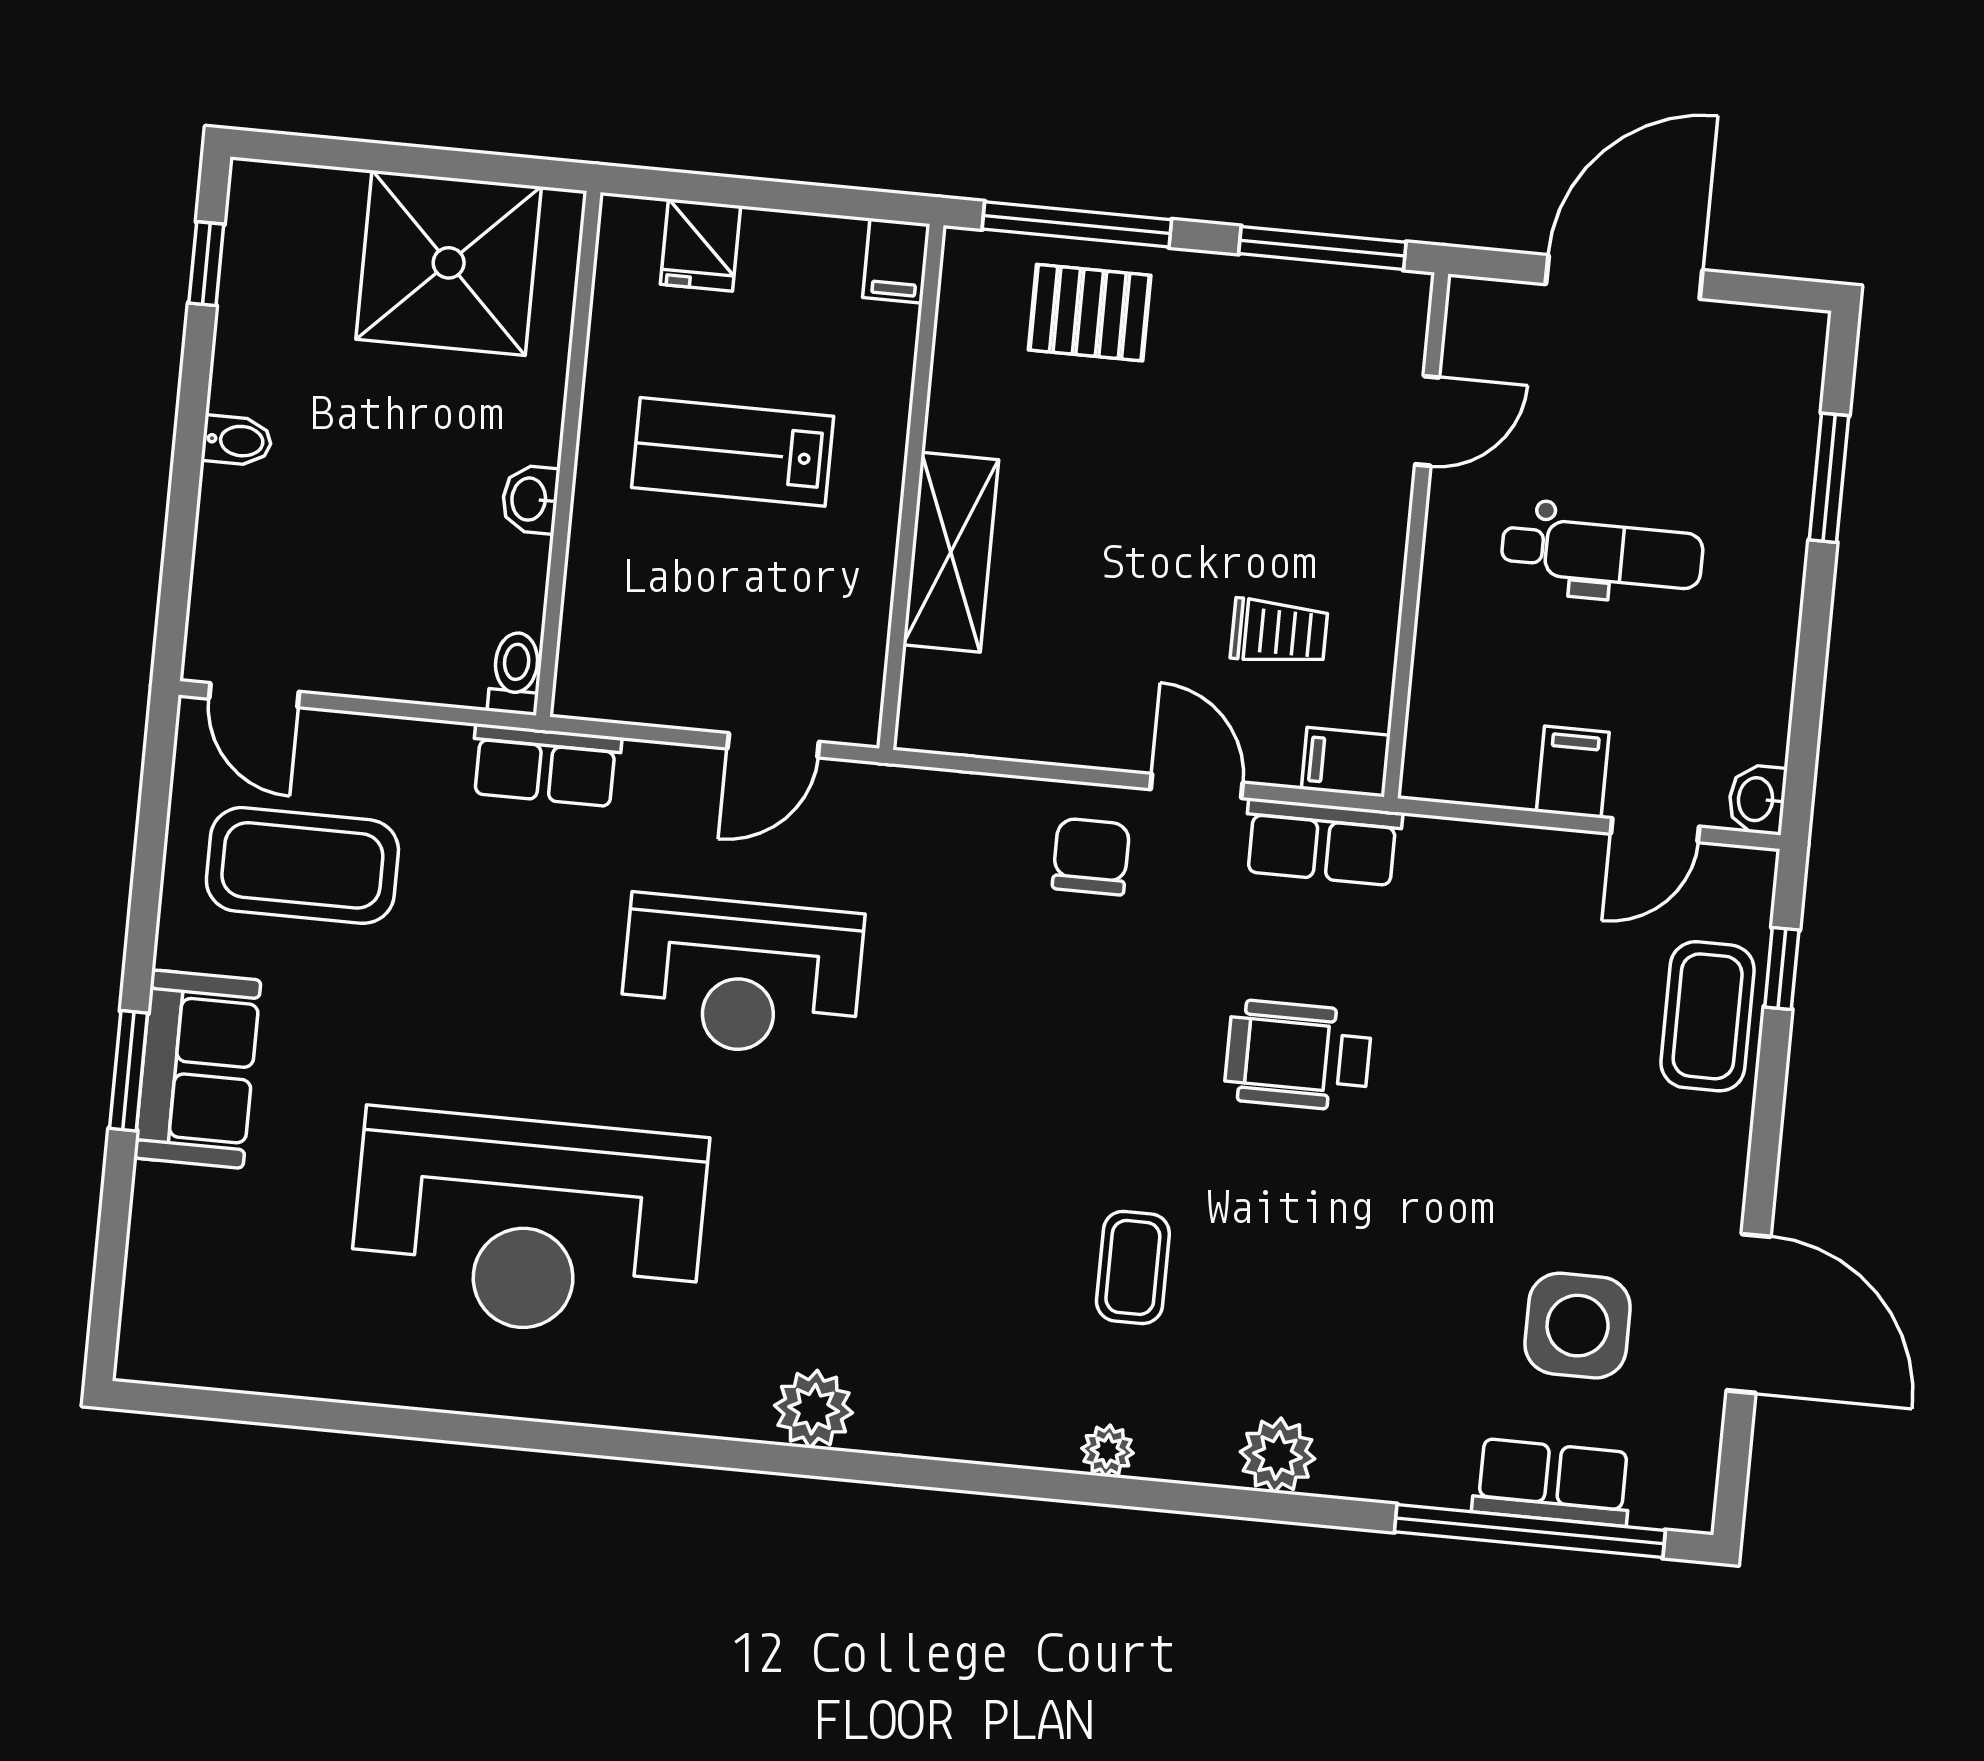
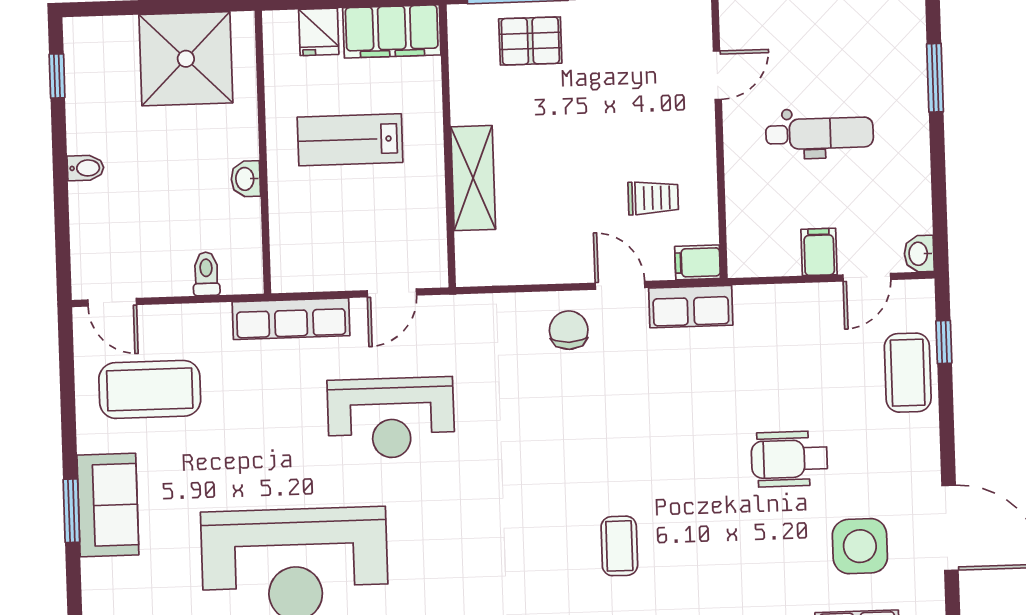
filing cabinet: (896, 261) -> (392, 31), width x3.00, depth x1.17
toilet: (516, 673) -> (206, 274), moved
row of seats: (546, 765) -> (291, 319), width x1.48
wheelchair: (1298, 1056) -> (789, 459), moved

